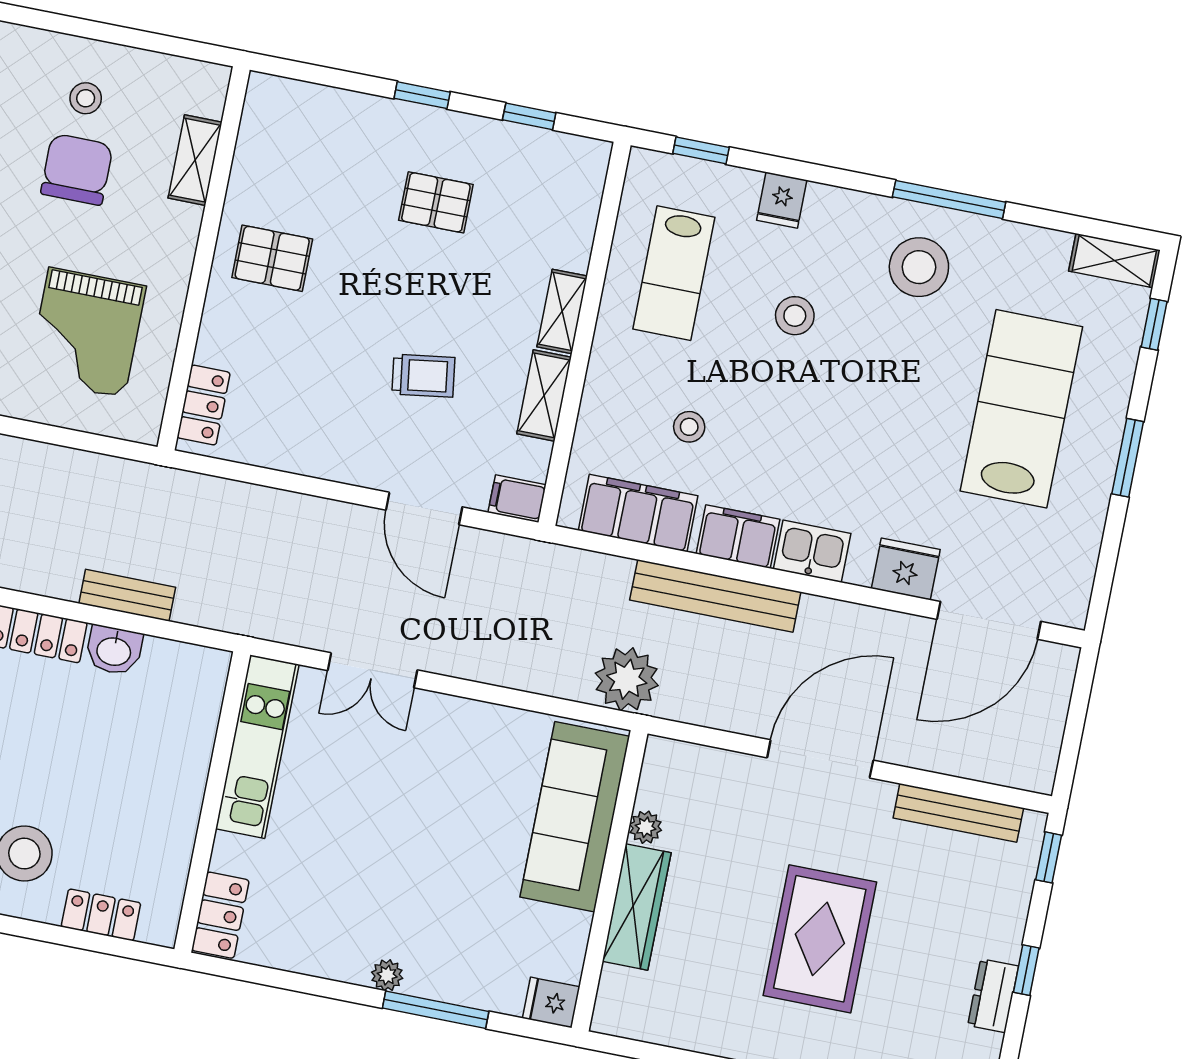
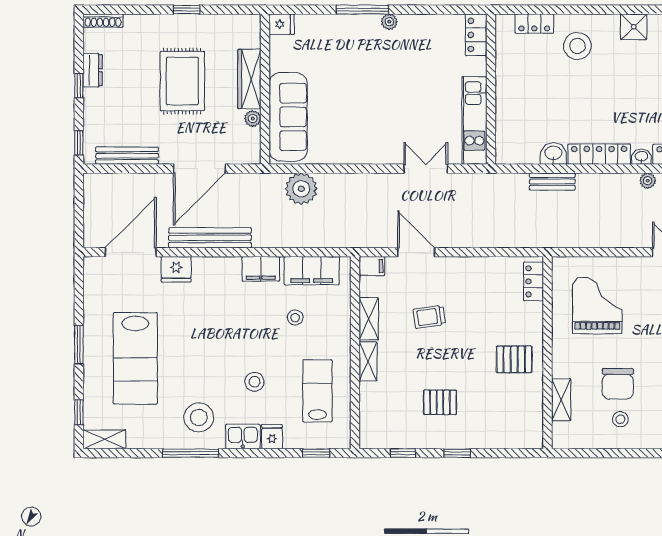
kitchen sink: (812, 551) -> (243, 437), moved, turned 180
bench: (715, 596) -> (210, 238), moved
sofa: (575, 817) -> (288, 117), moved
plant: (646, 827) -> (253, 119), moved
wall: (610, 881) -> (265, 89), moved
wardrobe: (637, 907) -> (249, 79), moved
fridge: (551, 1003) -> (282, 24), moved

